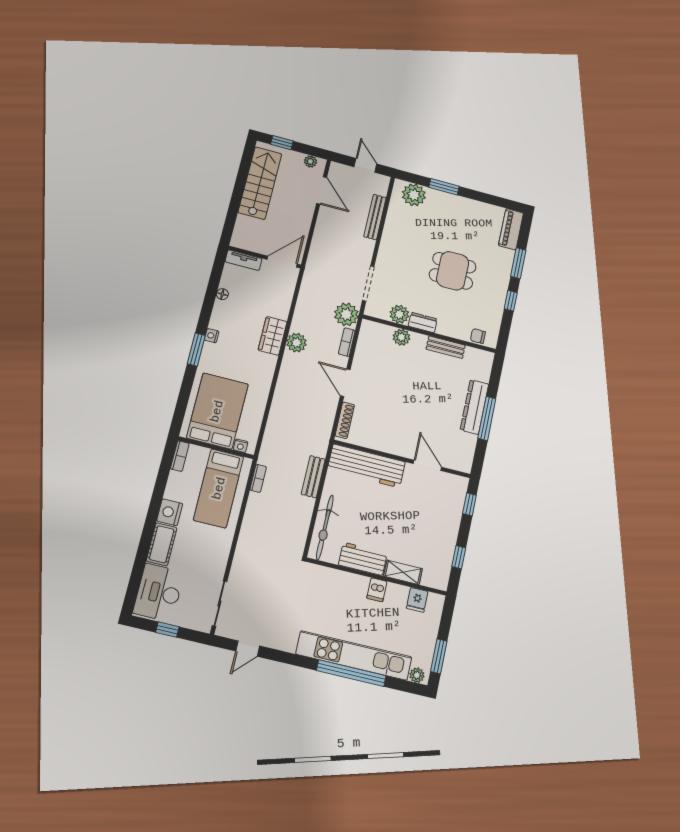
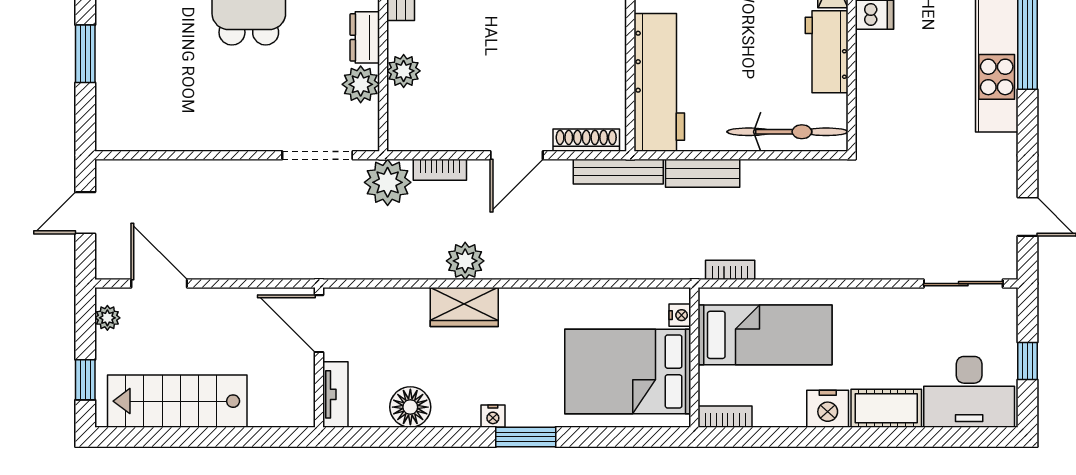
door: (322, 190) -> (159, 284), hinge flipped
plant: (414, 195) -> (118, 108), removed
bench: (375, 217) -> (618, 172), moved
floor lamp: (222, 294) -> (410, 407), width x1.89, depth x1.89

